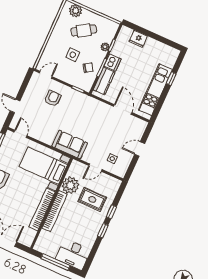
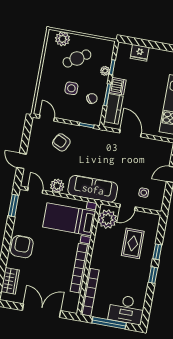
door: (46, 75) -> (47, 118), hinge flipped
armchair: (53, 99) -> (61, 142), turned -64
door: (123, 109) -> (130, 133), moved
plant: (40, 135) -> (57, 186), added
sofa: (70, 145) -> (93, 189), width x1.36
plant: (70, 185) -> (107, 219), moved
rug: (92, 199) -> (133, 243), turned 90
bookcase: (55, 211) -> (90, 292), moved

